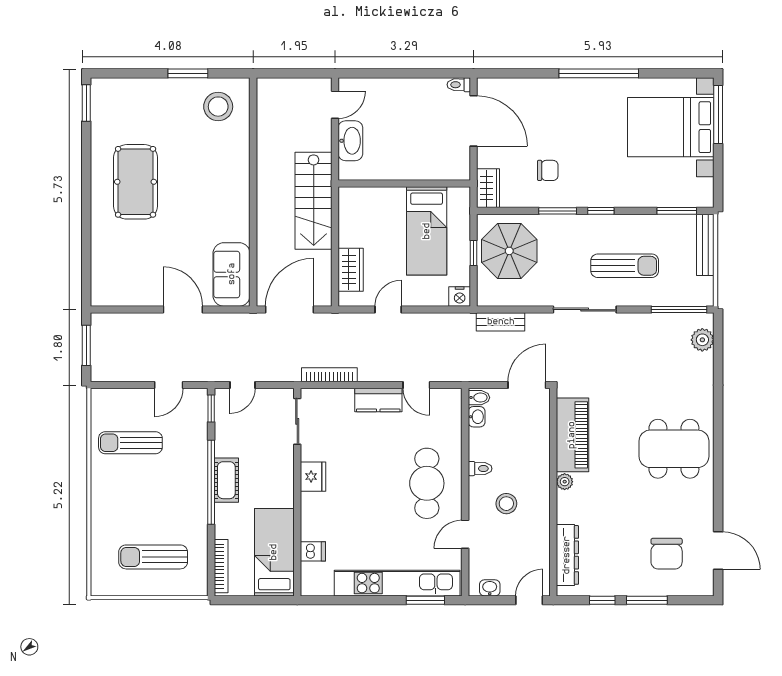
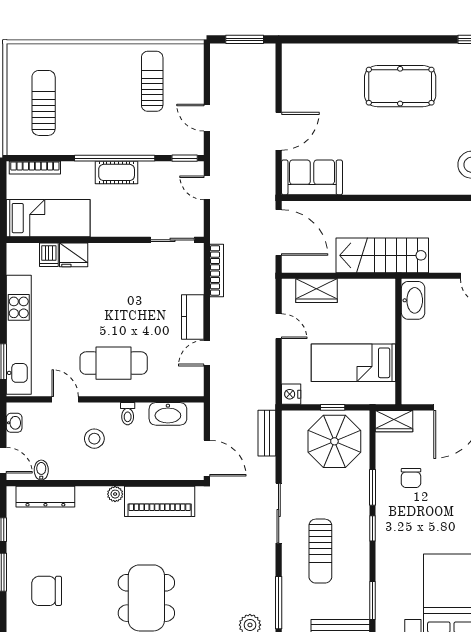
washbasin: (350, 141) -> (413, 300), moved, turned -90
bidet: (479, 398) -> (41, 470), moved, turned 180
washbasin: (477, 417) -> (168, 414), width x1.91, depth x1.45
fridge: (313, 477) -> (74, 255), moved

